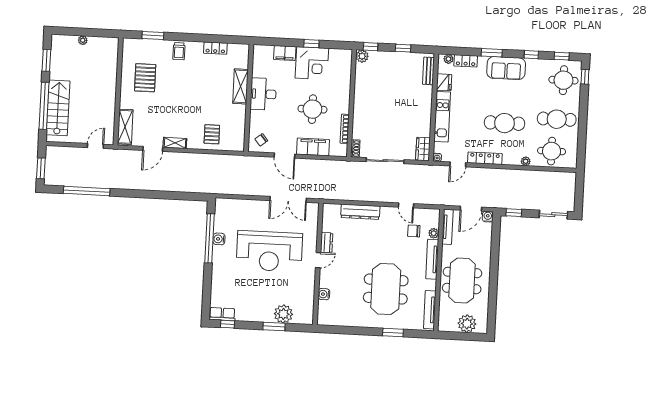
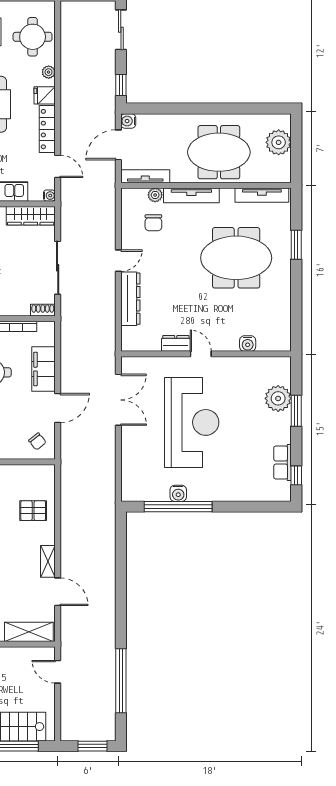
wardrobe: (423, 149) -> (31, 216), width x1.50
fridge: (509, 158) -> (45, 95), added
door: (406, 205) -> (118, 261), moved
door: (471, 209) -> (118, 145), swing flipped
row of seats: (222, 314) -> (283, 462), moved

